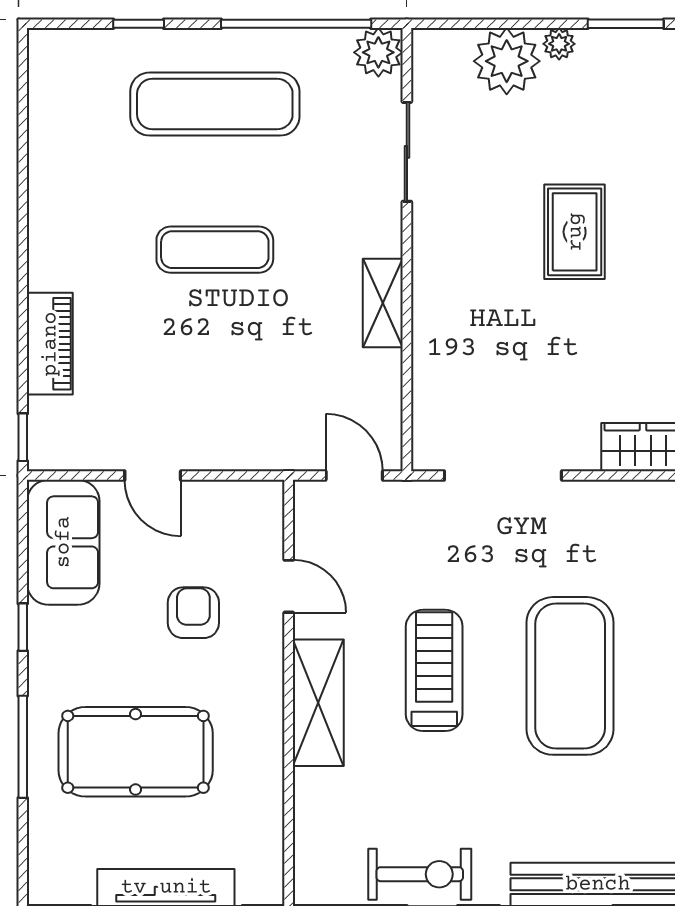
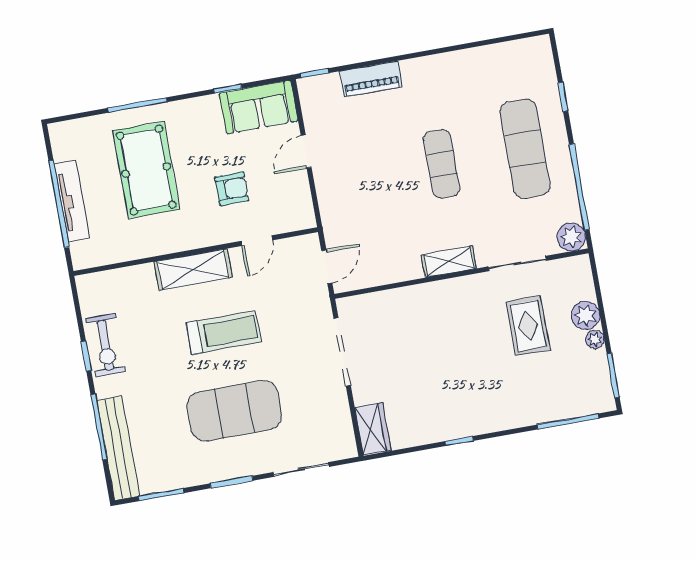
plant: (507, 61) -> (586, 315), width x0.73, depth x0.73
rug: (575, 232) -> (528, 326), moved, turned 90
shelving: (383, 303) -> (449, 262), moved
window: (23, 627) -> (228, 89), moved

